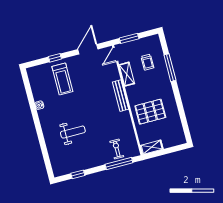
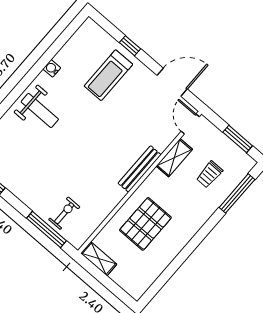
window: (129, 38) -> (238, 139), moved
door: (115, 55) -> (190, 124), hinge flipped
window: (170, 68) -> (237, 193), moved
pallet: (150, 112) -> (145, 224), turned 90
weight bench: (73, 132) -> (40, 110), moved

